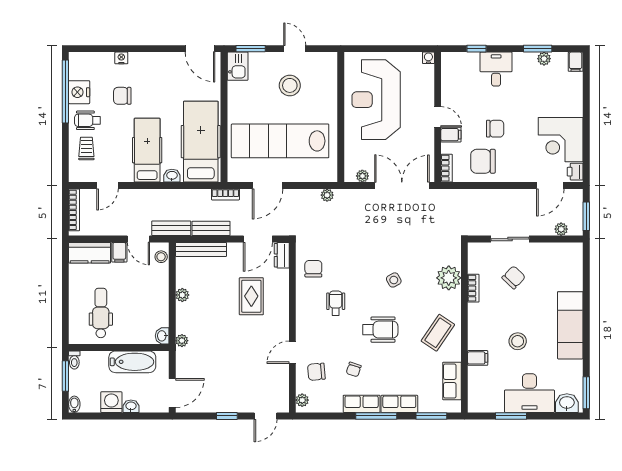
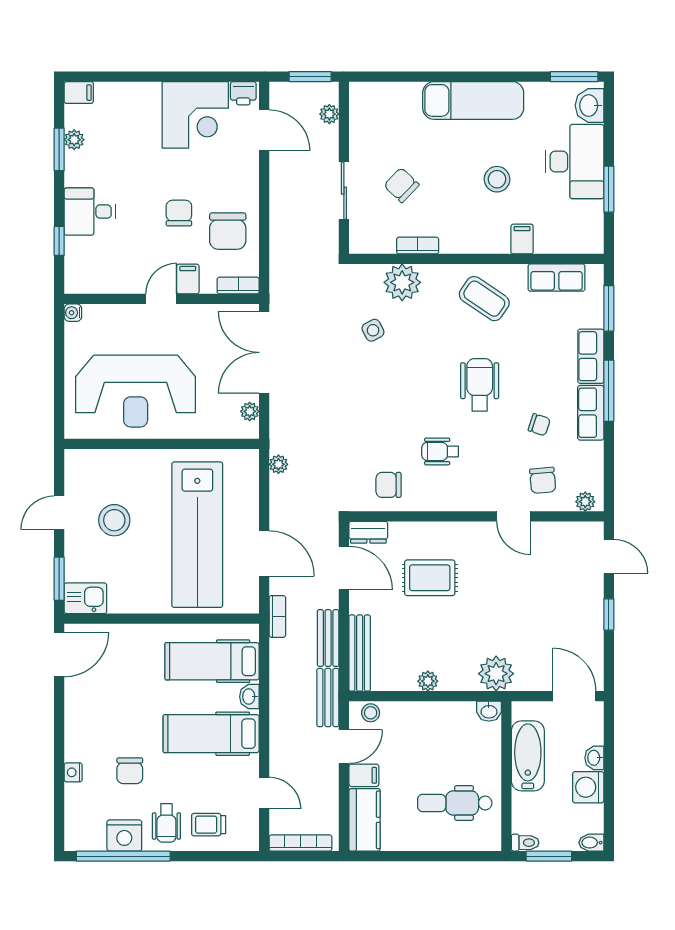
hospital bed: (201, 142) -> (212, 661), width x0.73, depth x0.78
side table: (394, 280) -> (373, 330), moved
plant: (182, 341) -> (496, 674), width x1.88, depth x1.88

